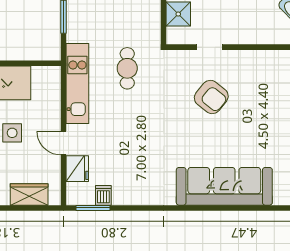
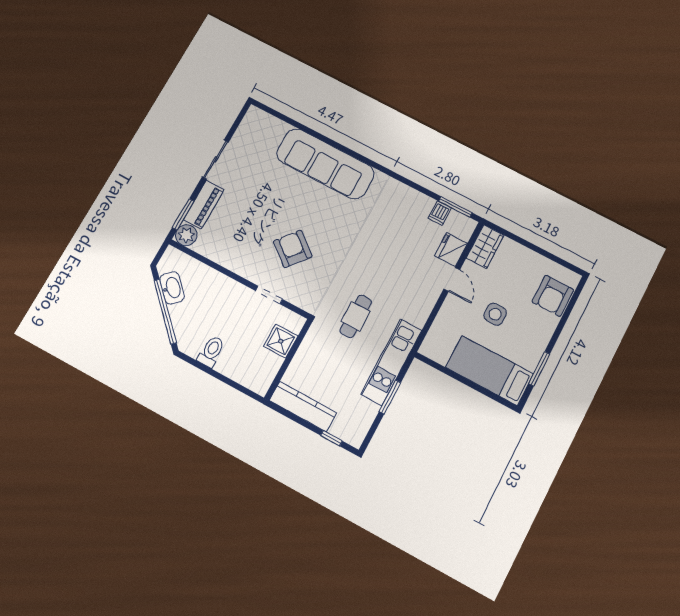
kitchen unit: (77, 83) -> (391, 362), moved
wardrobe: (29, 194) -> (485, 247), moved, turned -90

